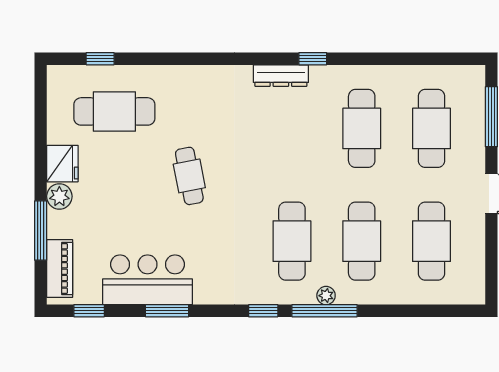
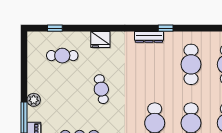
cafe table: (114, 111) -> (62, 56), width x0.73, depth x0.74
fridge: (62, 164) -> (100, 39), moved, turned 90

